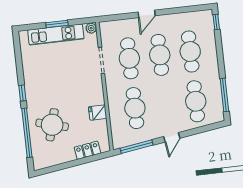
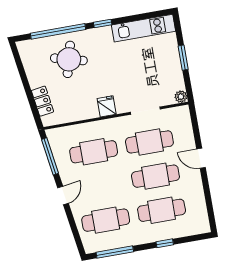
window: (216, 22) -> (165, 243), moved
kitchen unit: (56, 34) -> (143, 28), moved, turned -90
fridge: (98, 113) -> (107, 106), moved
door: (172, 137) -> (63, 196), swing flipped

